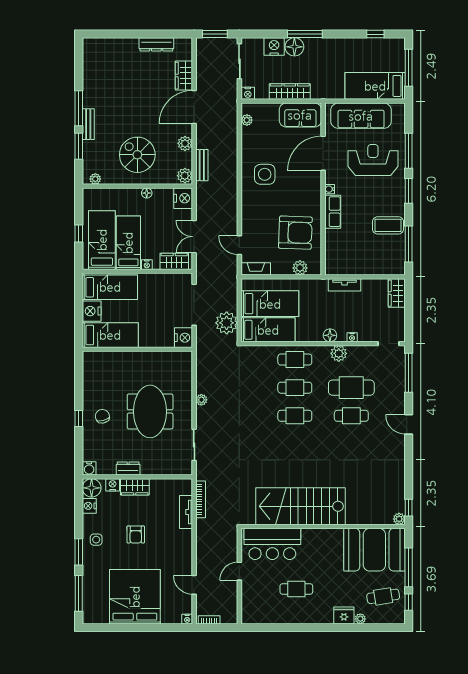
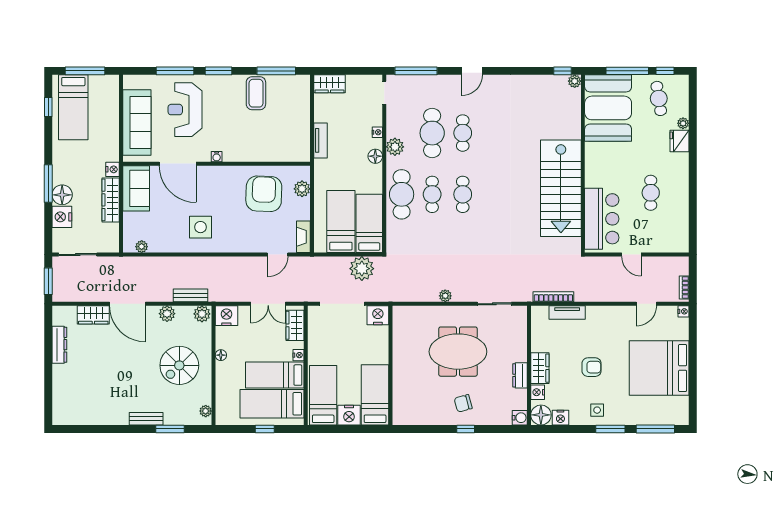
bed: (375, 86) -> (73, 107), moved
nightstand: (248, 93) -> (113, 169), moved
window: (79, 108) -> (129, 429), removed
row of seats: (333, 212) -> (241, 153), removed
cafe table: (295, 360) -> (402, 194), width x1.37, depth x1.35

